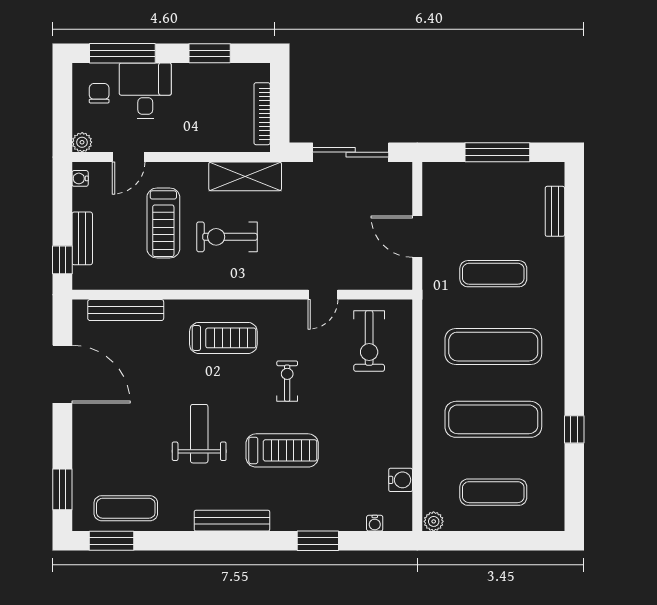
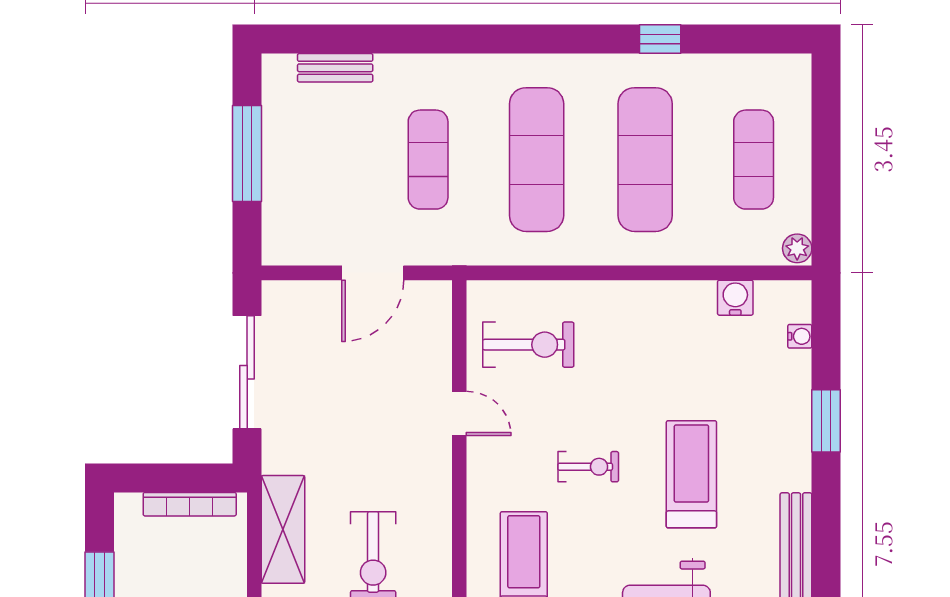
exercise bike: (287, 381) -> (588, 467), turned 180

